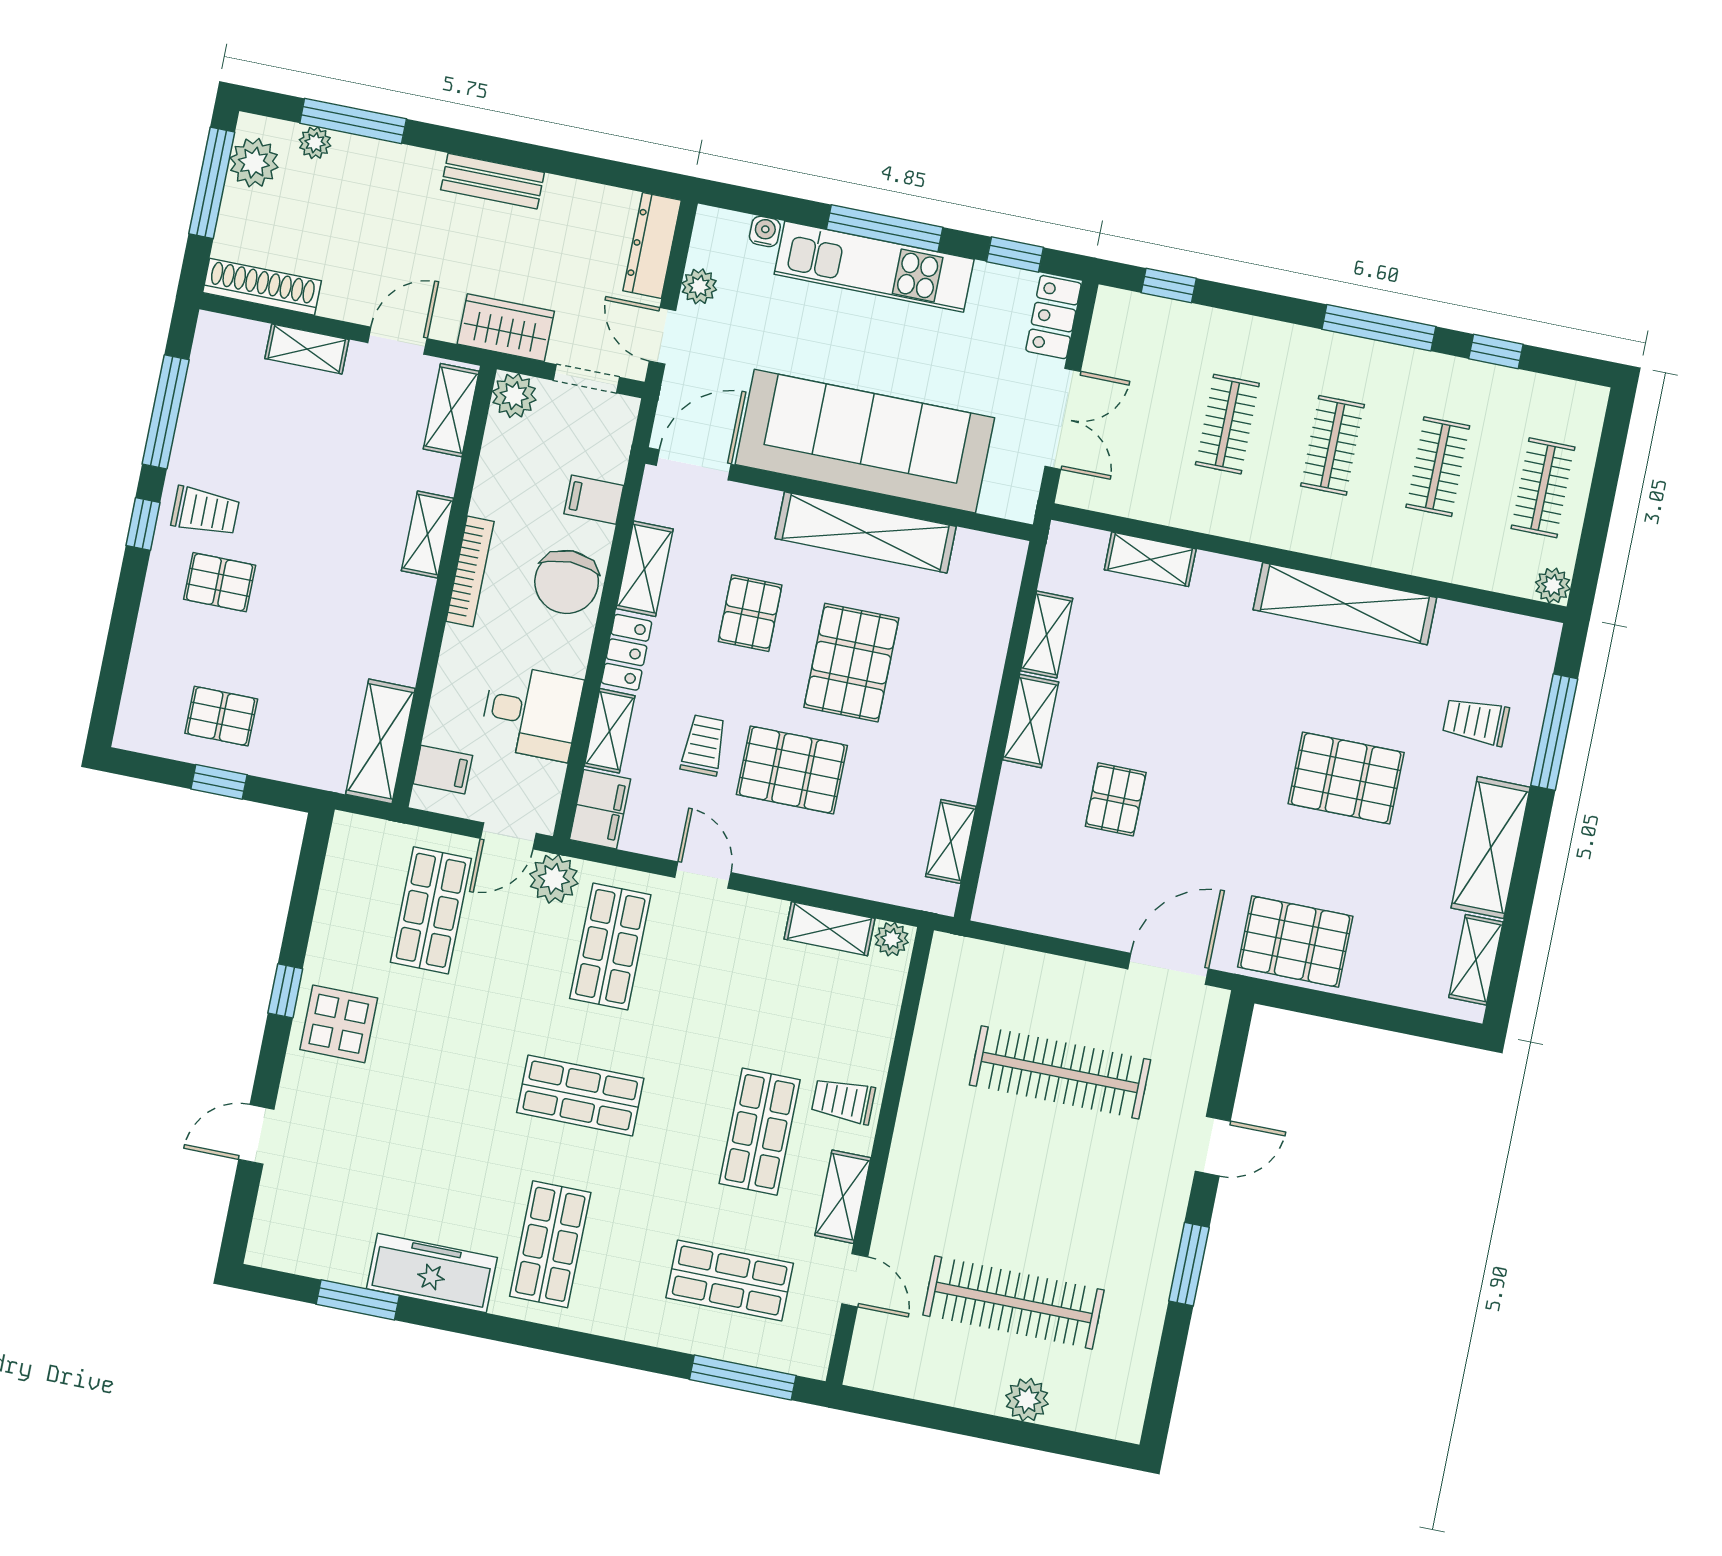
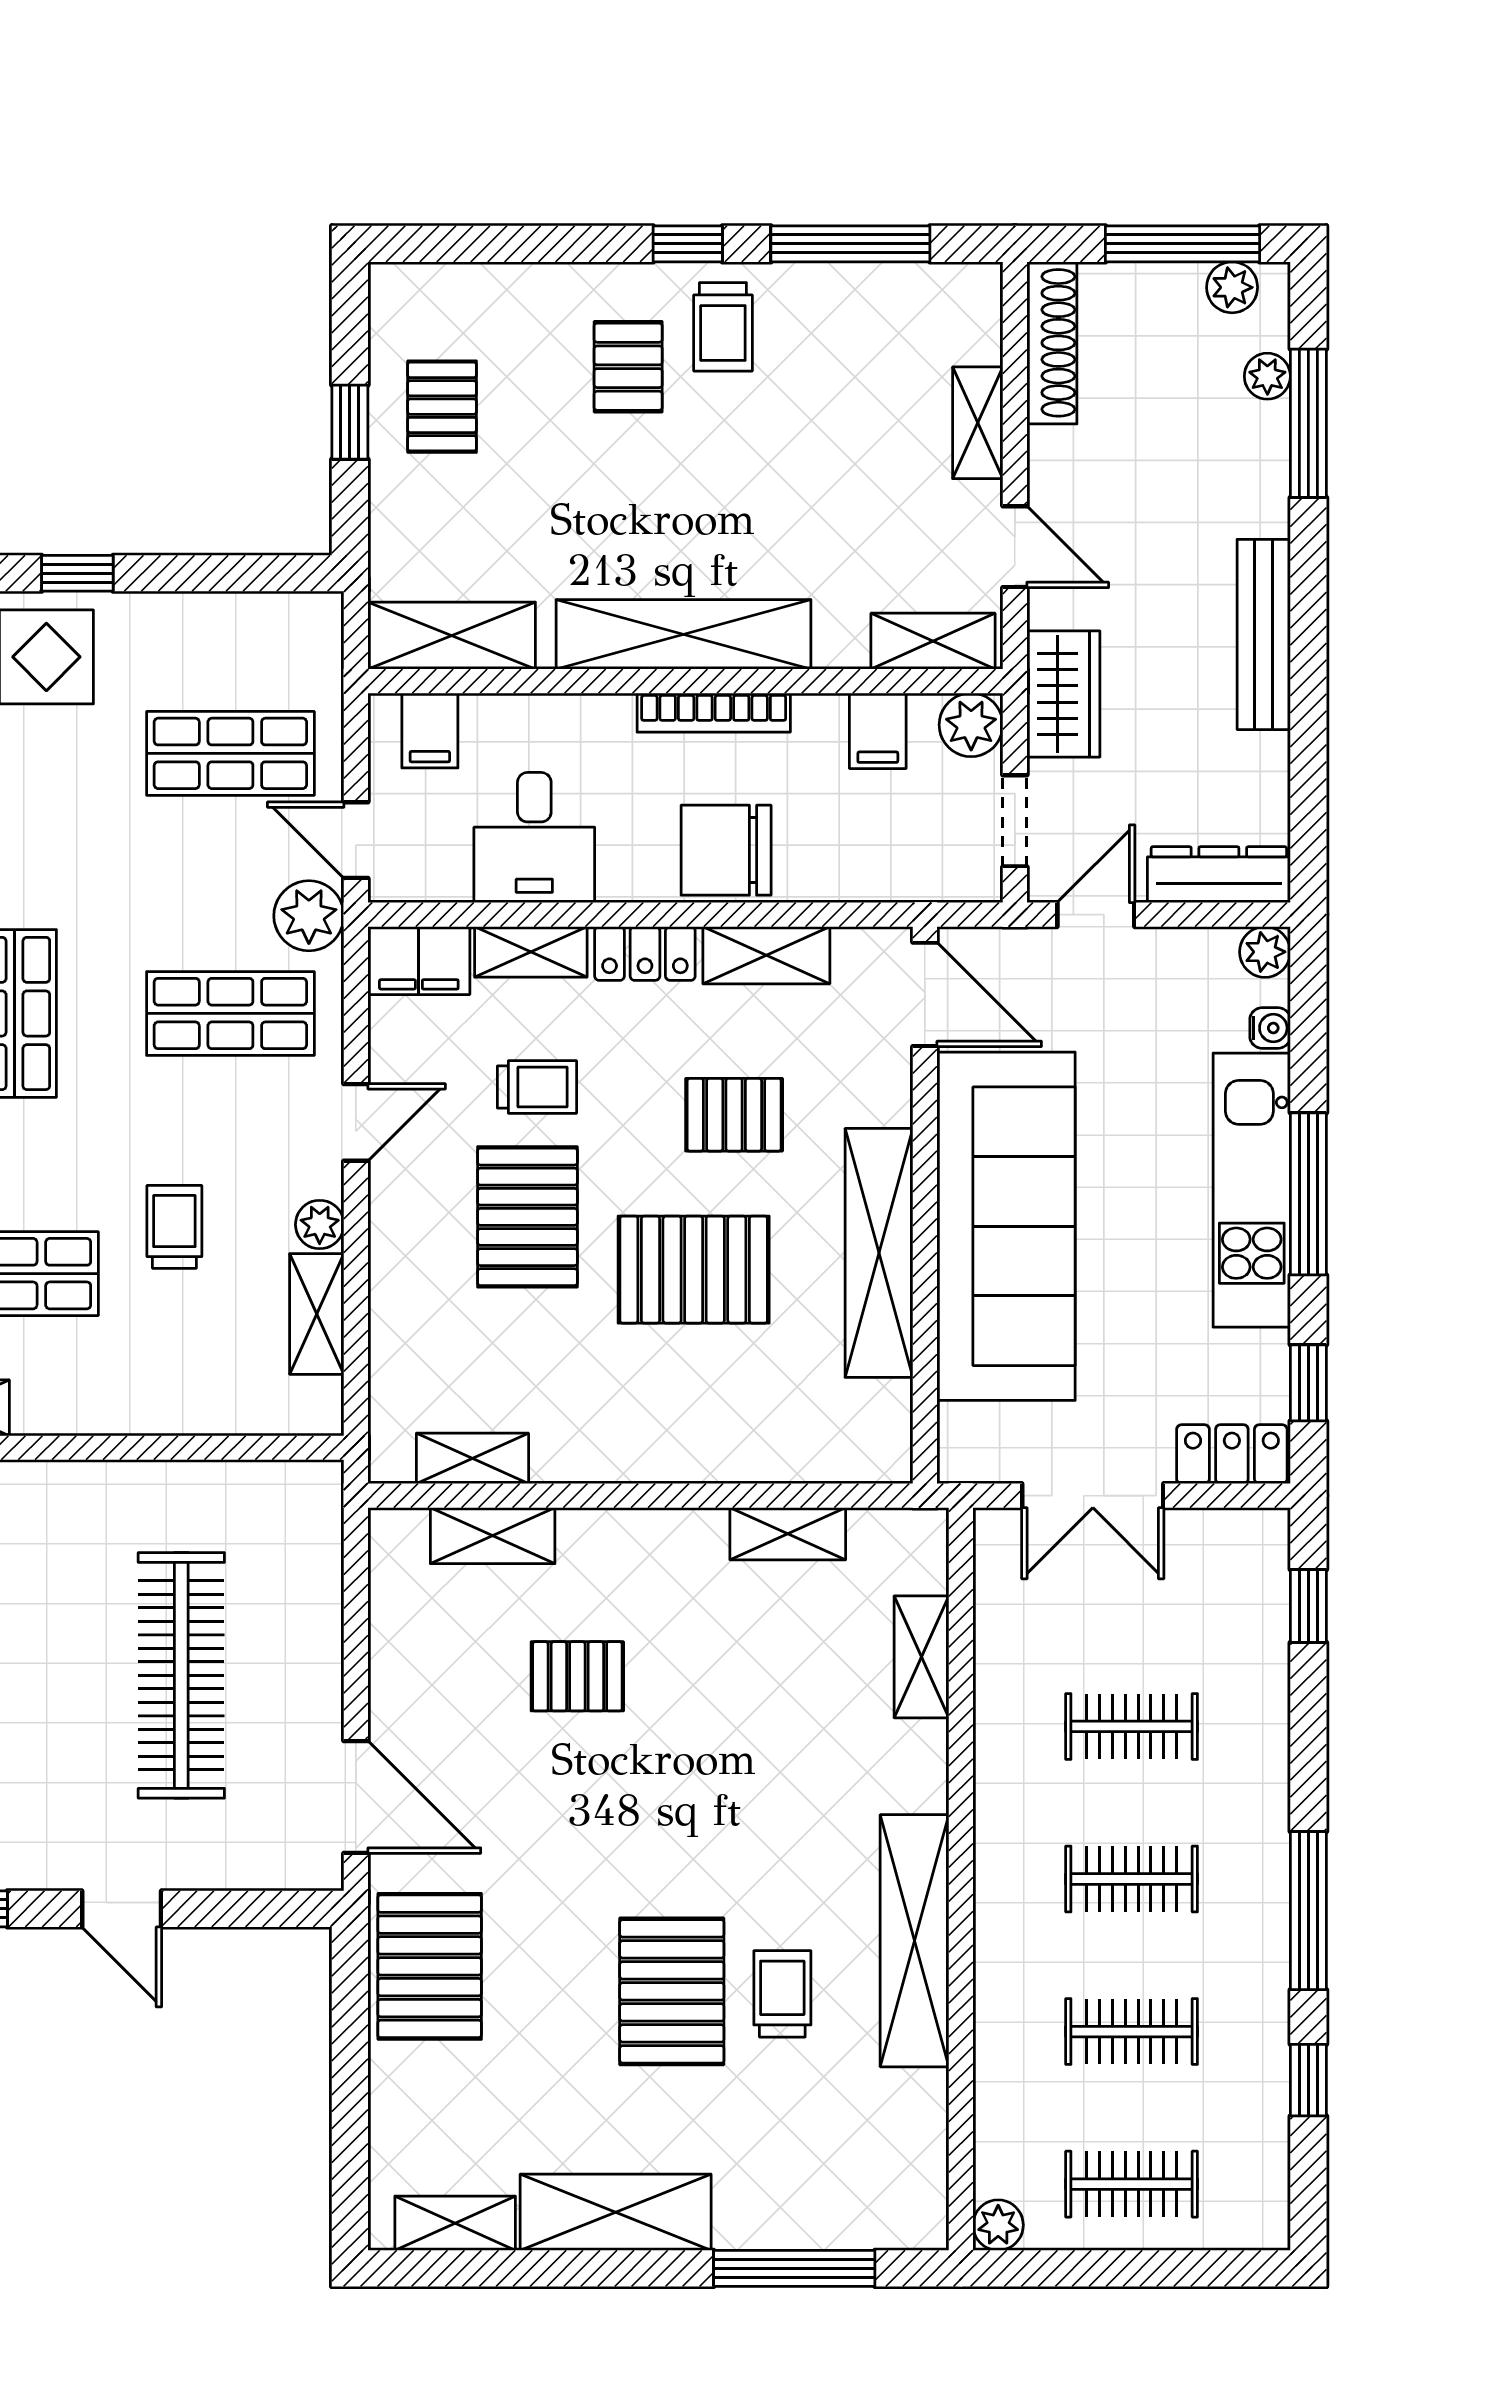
plant: (254, 163) -> (1232, 287), width x0.73, depth x0.73
bench: (493, 181) -> (1264, 634), width x1.36
plant: (699, 286) -> (1265, 952), moved
filing cabinet: (594, 500) -> (878, 731), moved, turned 180
shelving: (427, 535) -> (684, 634), width x2.20, depth x1.33
shelving: (1031, 721) -> (493, 1536), moved
trolley: (1476, 721) -> (782, 1994), moved
plant: (892, 939) -> (320, 1225), moved
trolley: (843, 1101) -> (174, 1227), moved

